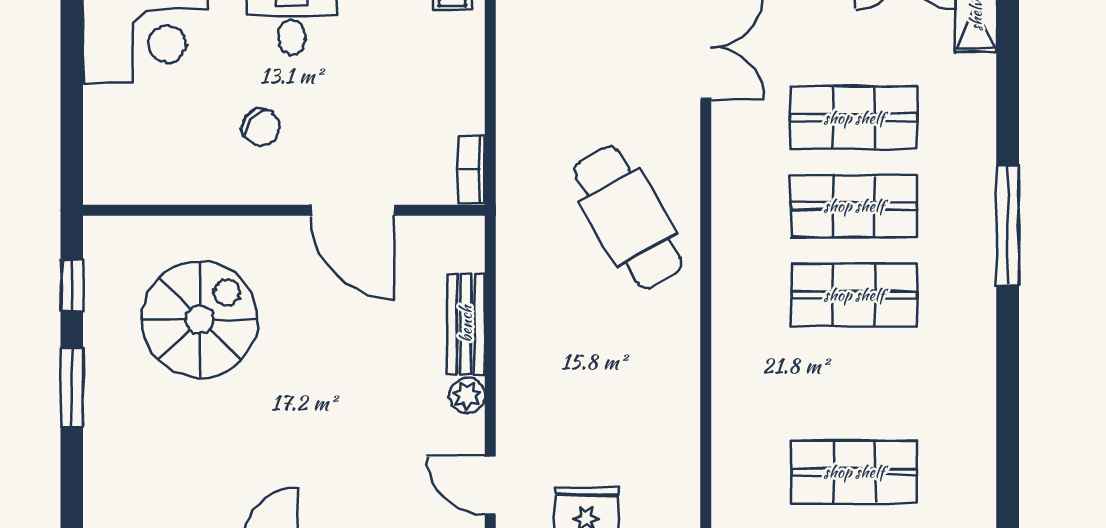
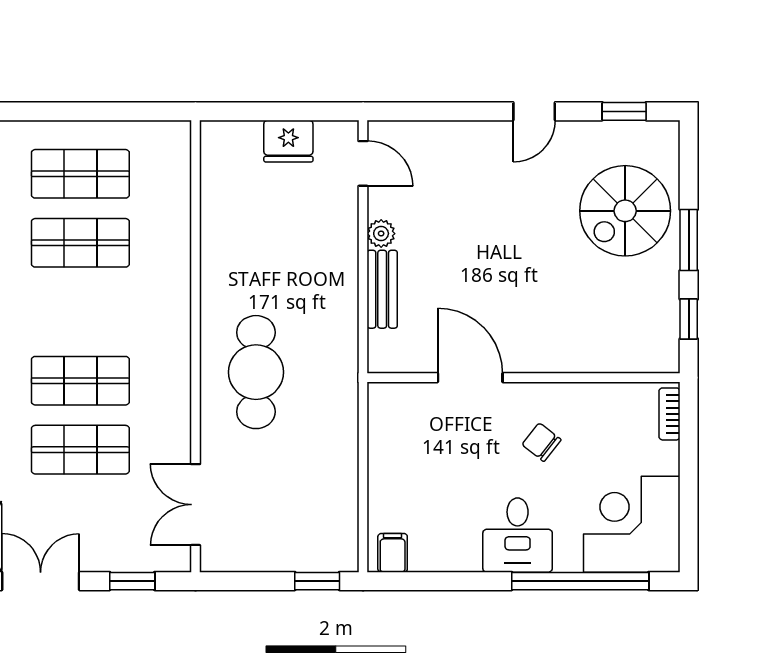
bookcase: (472, 169) -> (669, 414), moved, turned 180
cafe table: (628, 217) -> (256, 372), turned 30
shop shelf: (854, 295) -> (80, 243), moved
spiral stairs: (200, 319) -> (625, 211), moved

